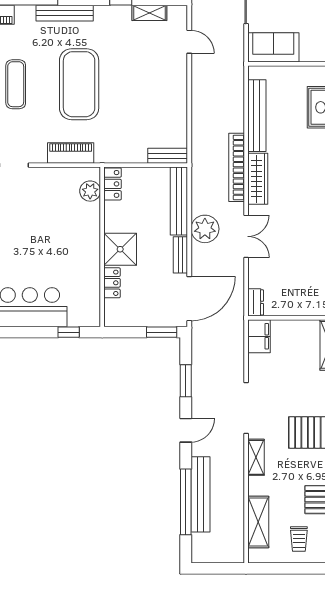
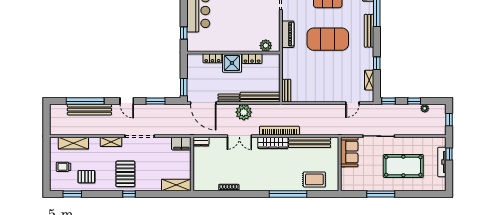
locker: (113, 184) -> (252, 59), moved

